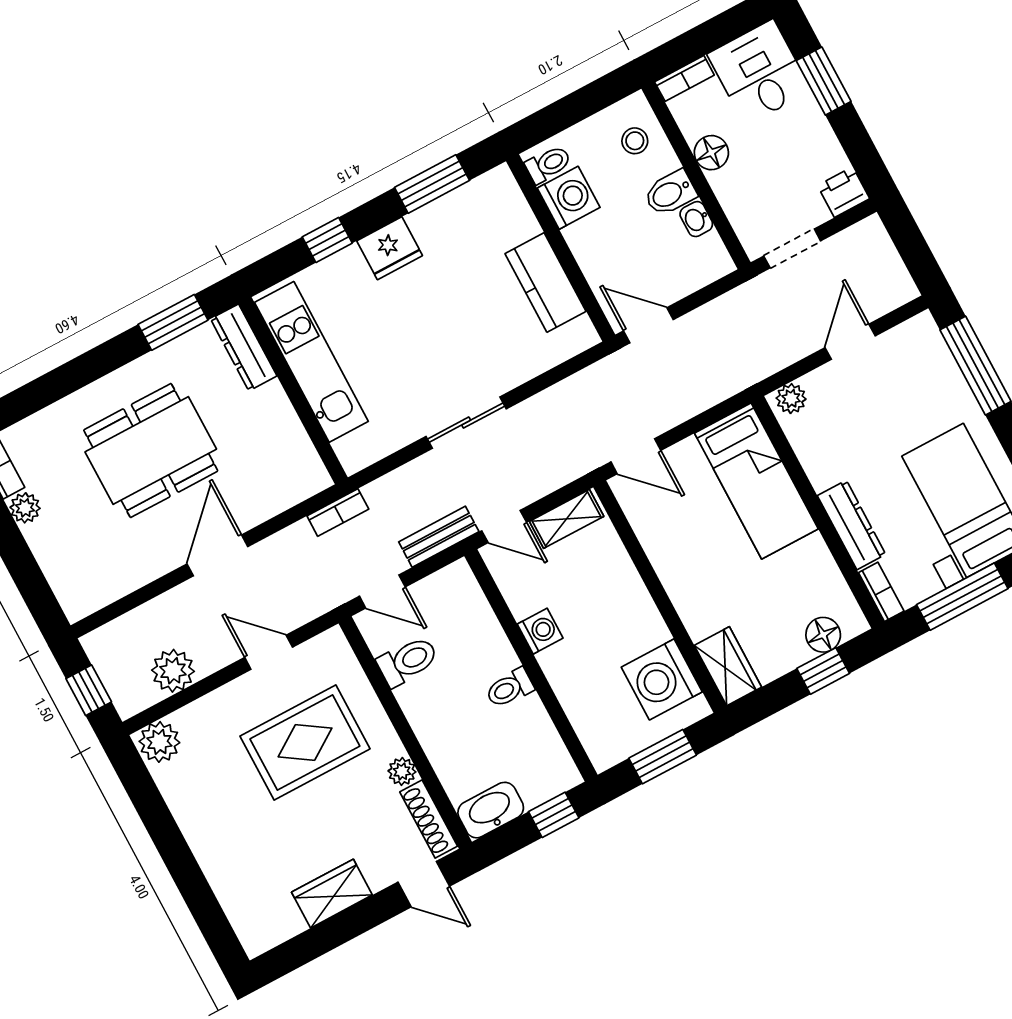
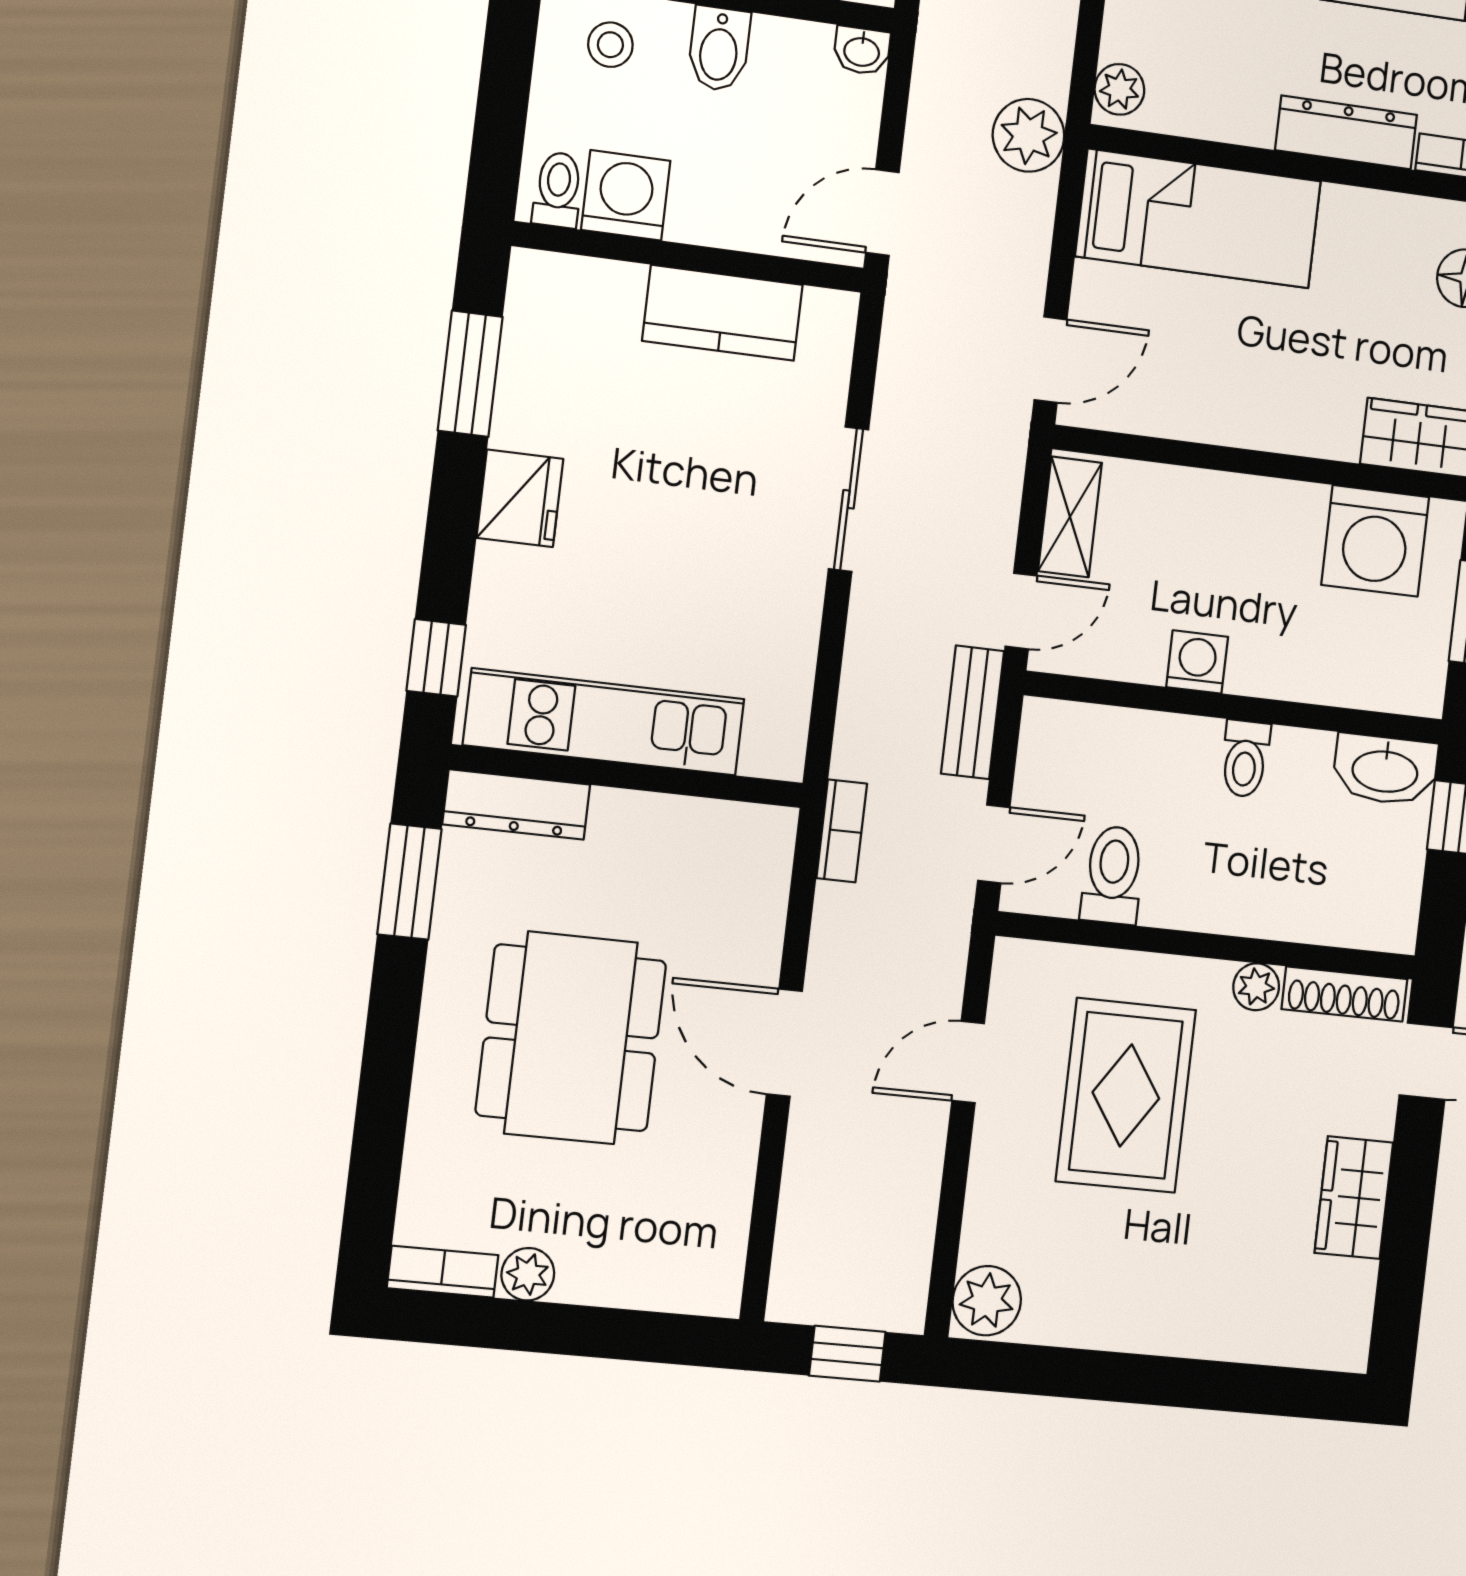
washbasin: (696, 219) -> (862, 51), moved
window: (327, 240) -> (436, 658), moved
sliding door: (466, 423) -> (849, 499), moved
plant: (173, 671) -> (1029, 135), moved
washbasin: (491, 810) -> (1385, 770), moved, turned -90

